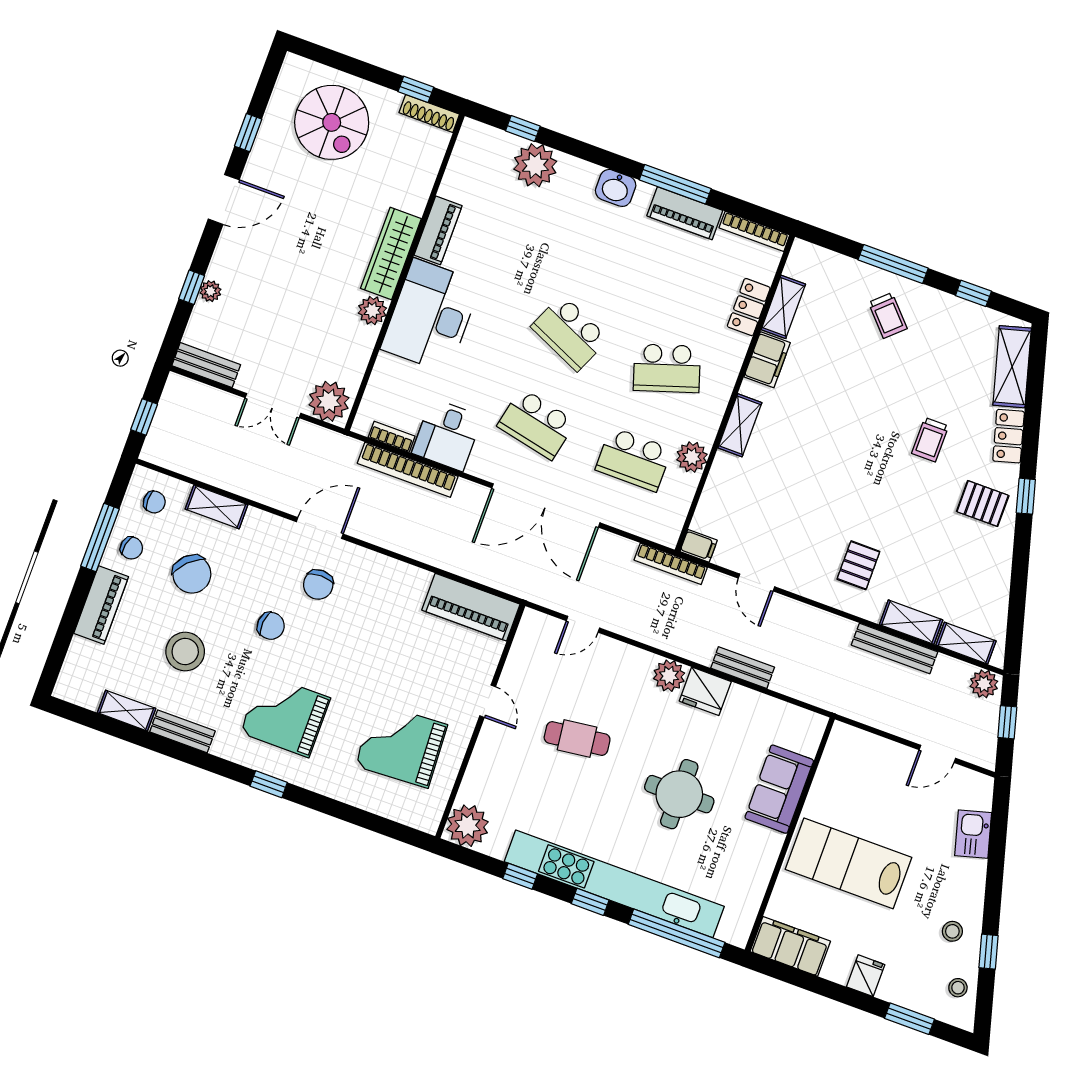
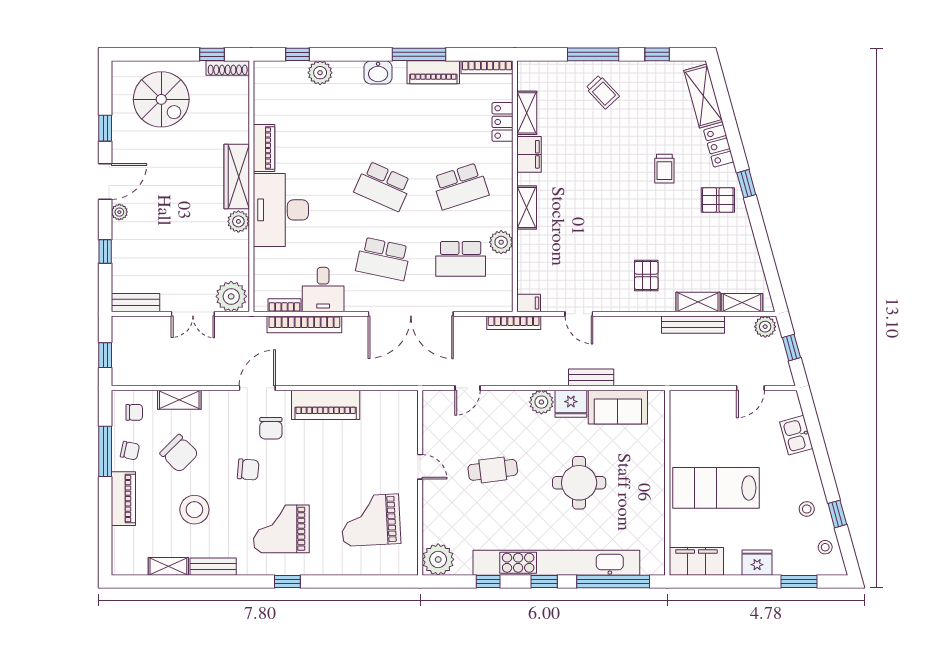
plant: (535, 165) -> (320, 73), width x0.73, depth x0.73
plant: (210, 291) -> (119, 212), moved
piano: (471, 607) -> (326, 405), moved
sofa: (779, 789) -> (618, 407), moved, turned -90
fridge: (866, 976) -> (757, 563), width x1.38

